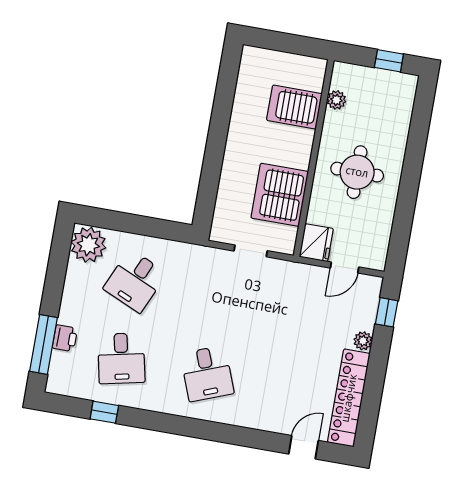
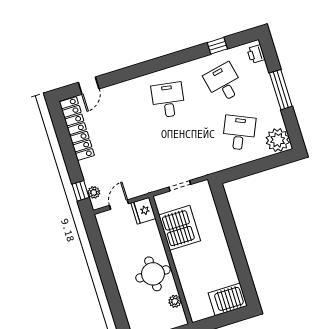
server rack: (294, 107) -> (228, 299), moved, turned 180
round table: (357, 172) -> (153, 274), moved
printer: (65, 338) -> (256, 54), moved
plant: (363, 341) -> (94, 192), moved
window: (44, 344) -> (281, 90), moved
desk: (207, 373) -> (168, 100), turned 30

